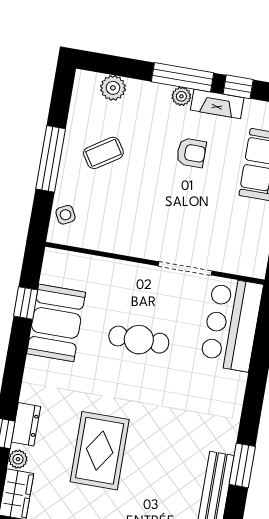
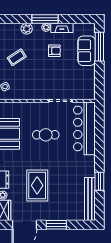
window: (238, 87) -> (70, 19), removed
plant: (113, 88) -> (27, 29), moved
bar counter: (232, 324) -> (84, 128), width x1.36

